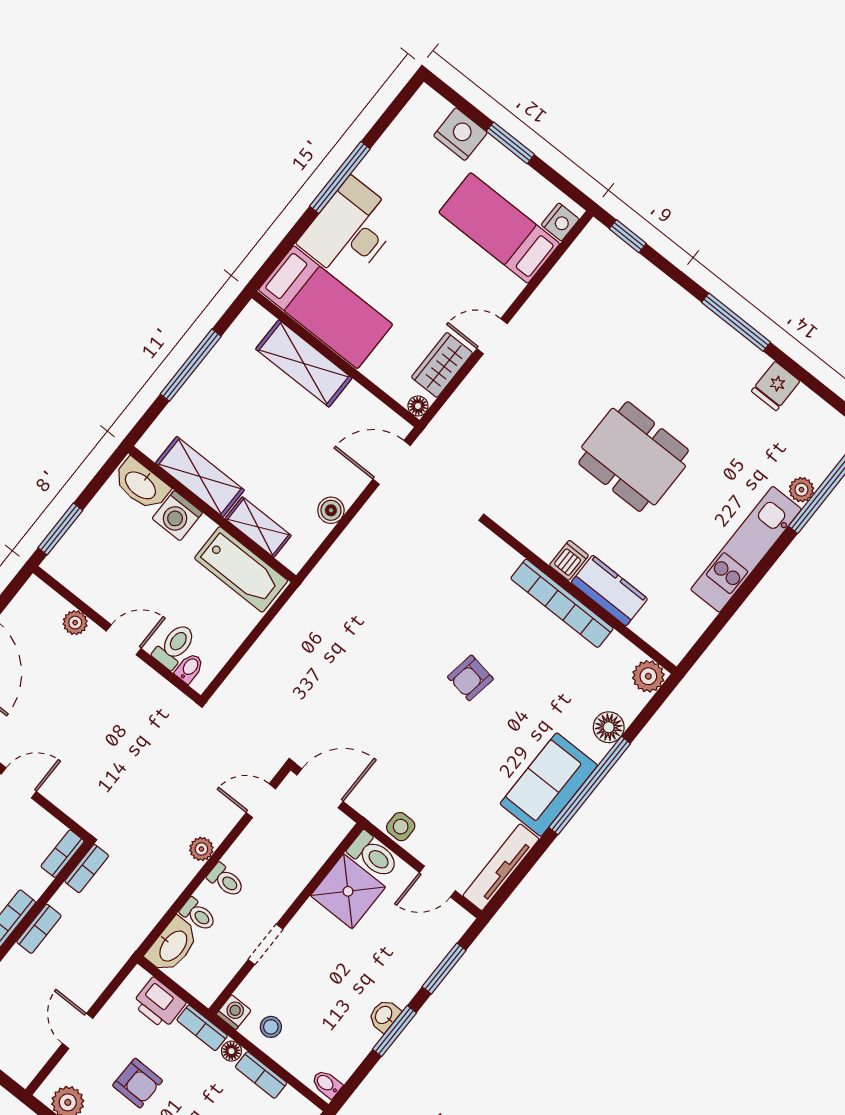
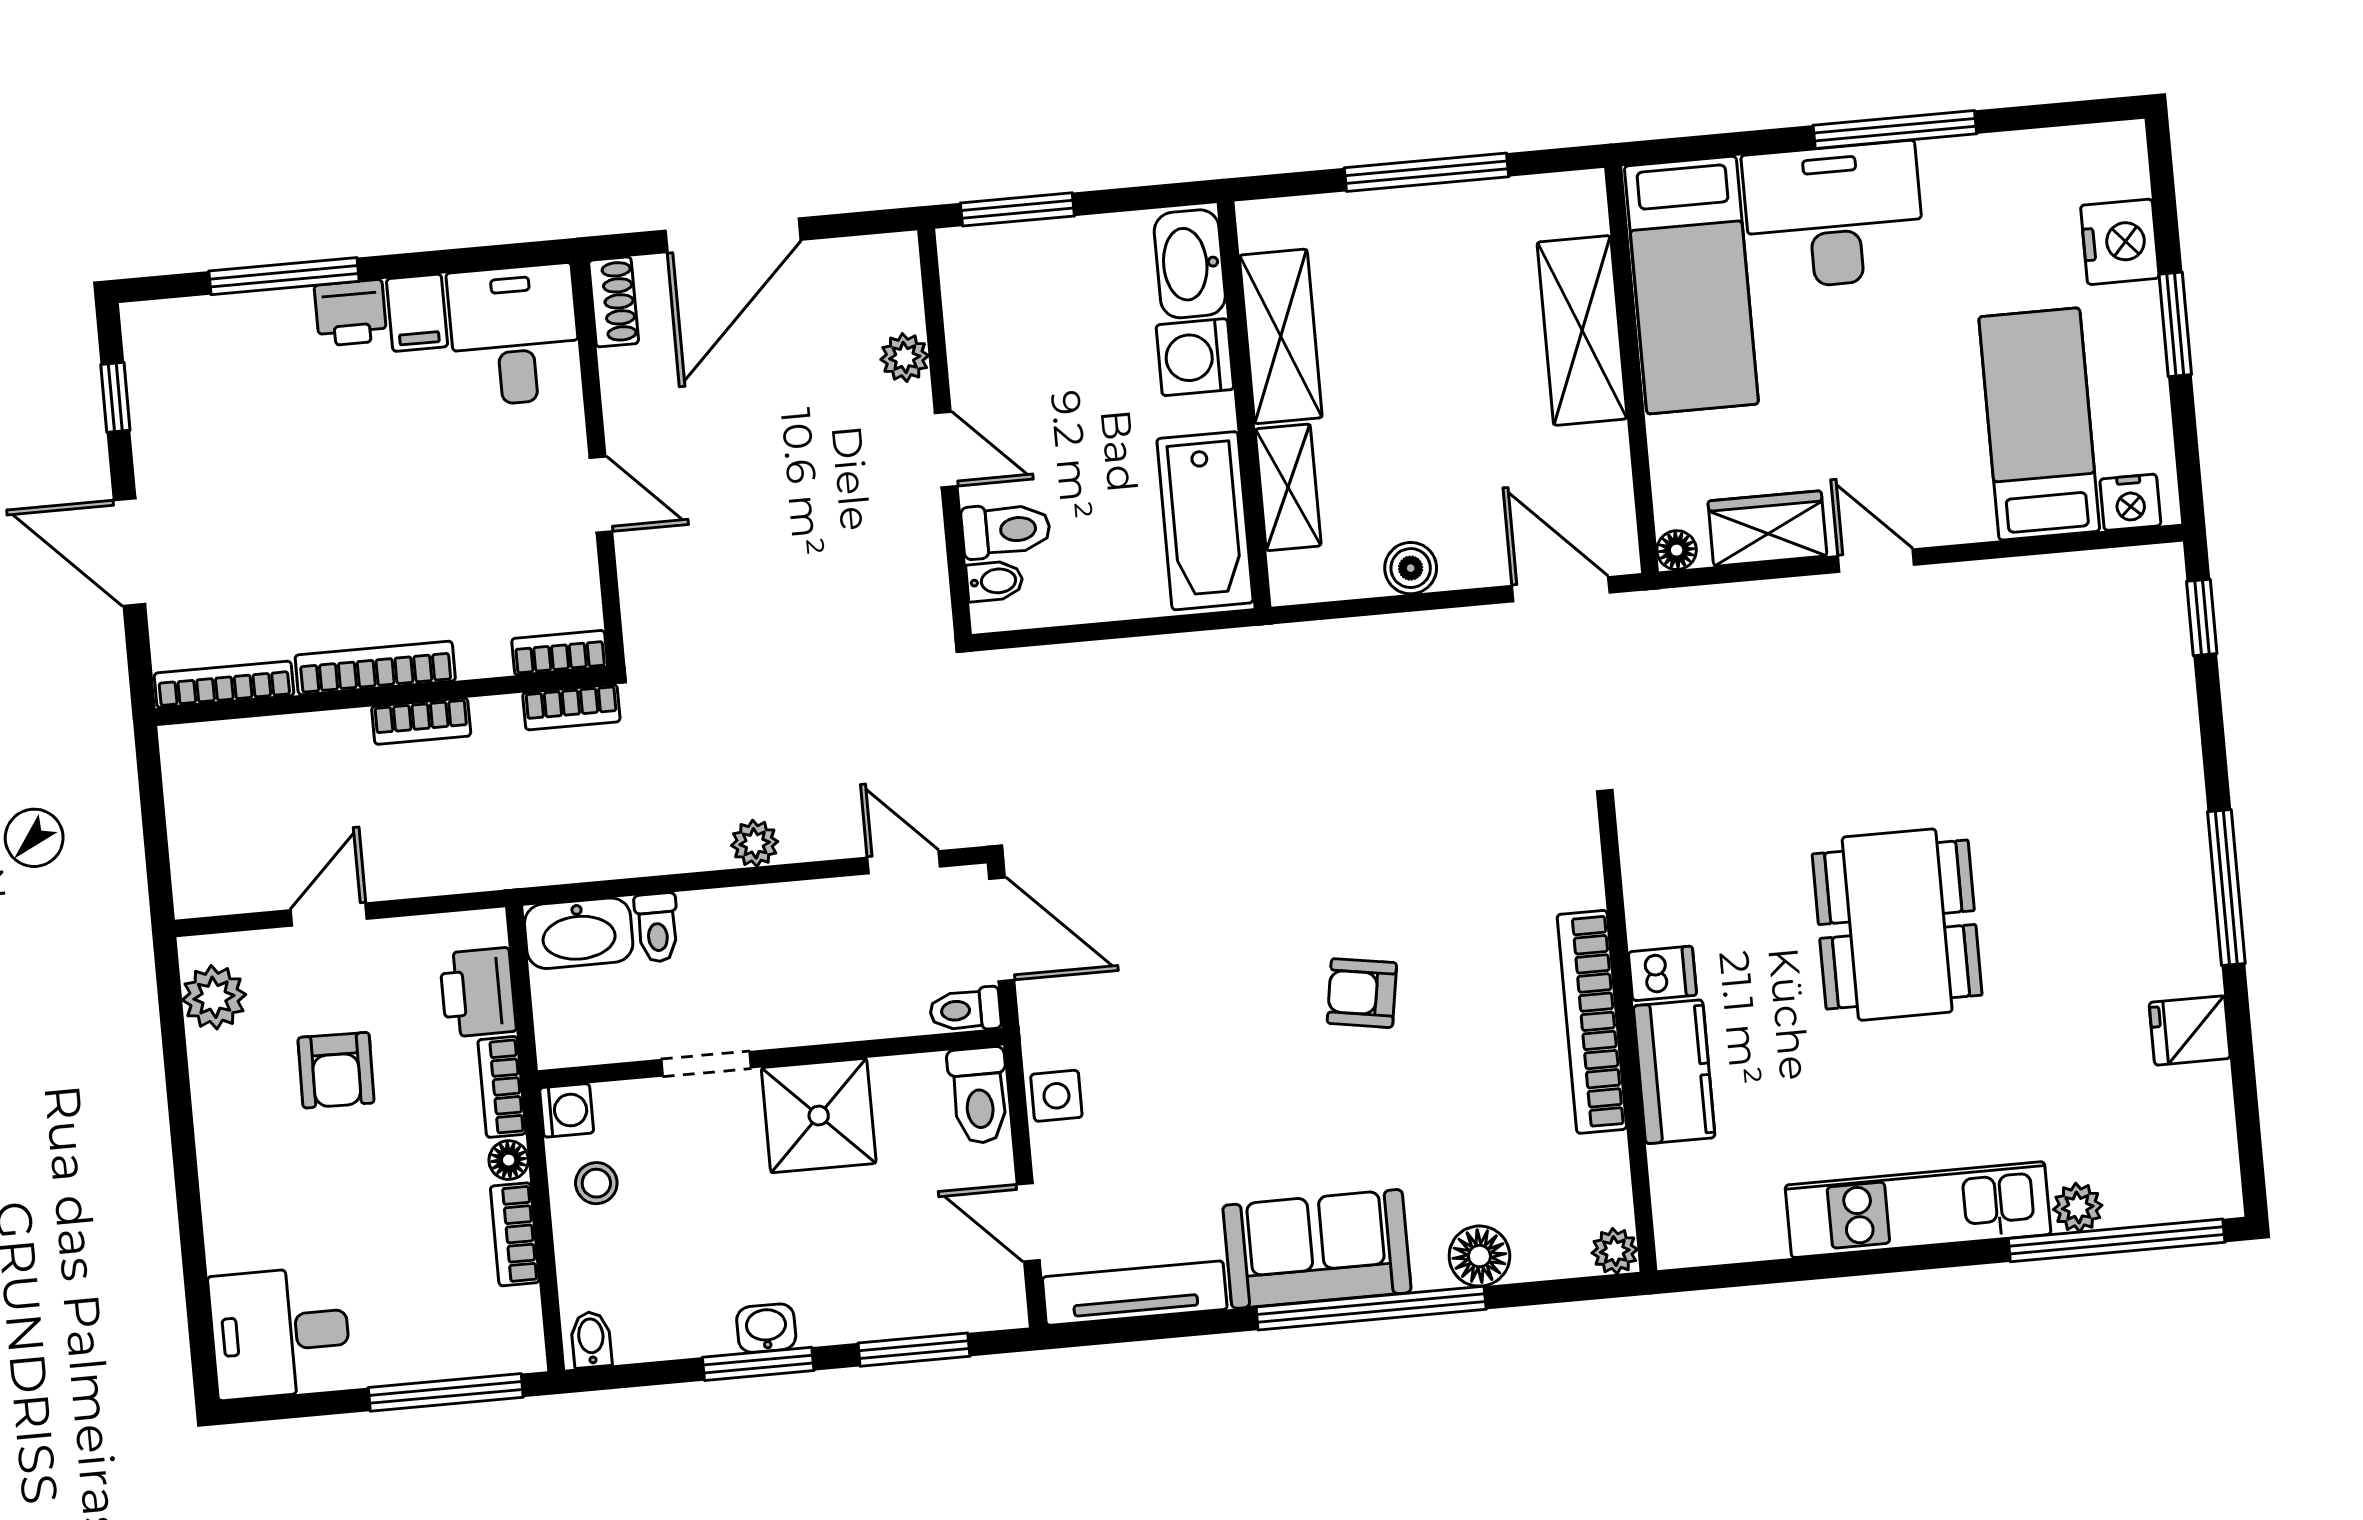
plant: (648, 676) -> (1615, 1251), width x0.73, depth x0.73
toilet: (226, 880) -> (965, 1010), moved, turned 90
shower: (348, 891) -> (819, 1115), moved

